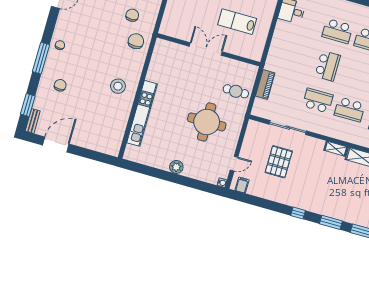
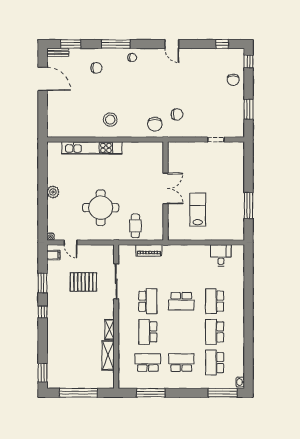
chair: (136, 41) -> (155, 124), turned 90
window: (331, 222) -> (43, 283), moved

